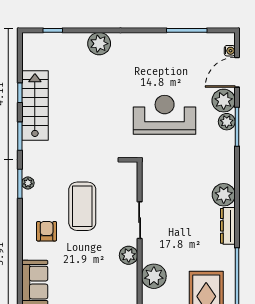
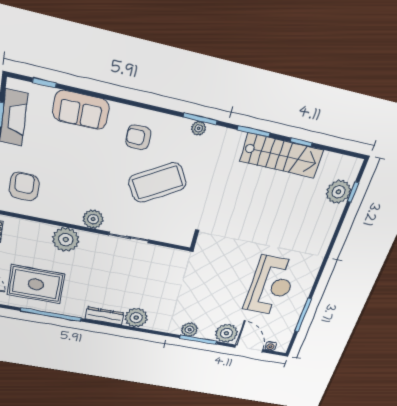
plant: (99, 44) -> (338, 192), moved
reception desk: (165, 115) -> (271, 286), moved
plant: (227, 122) -> (190, 330), moved
coffee table: (82, 206) -> (157, 183), turned -31
armchair: (47, 231) -> (138, 137), turned 180

